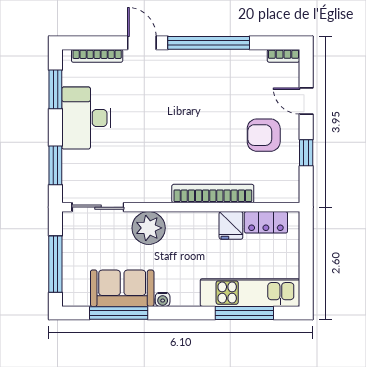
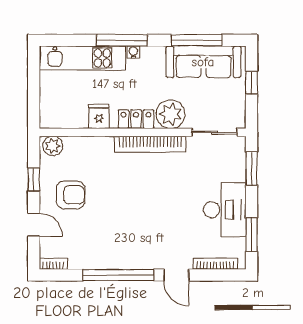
plant: (284, 191) -> (53, 146), added
bookcase: (213, 193) -> (150, 144), moved
locker: (266, 222) -> (136, 119), moved
window: (55, 264) -> (252, 83), width x0.46
sofa: (122, 288) -> (203, 62), width x1.36
water cooler: (163, 299) -> (133, 52), moved
window: (244, 313) -> (122, 40), moved

